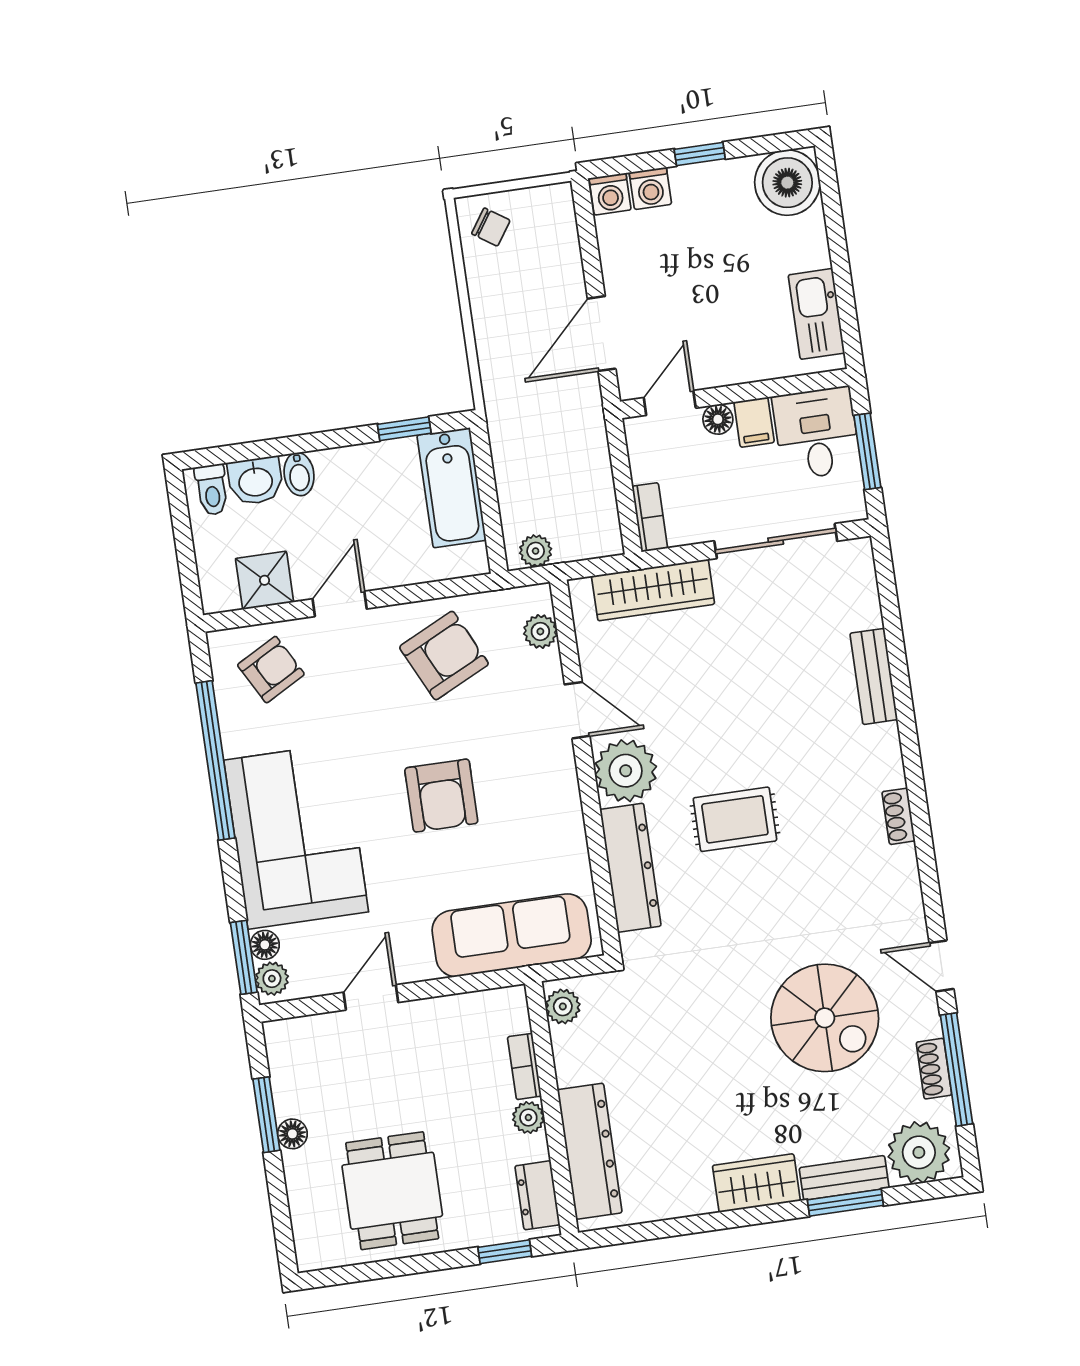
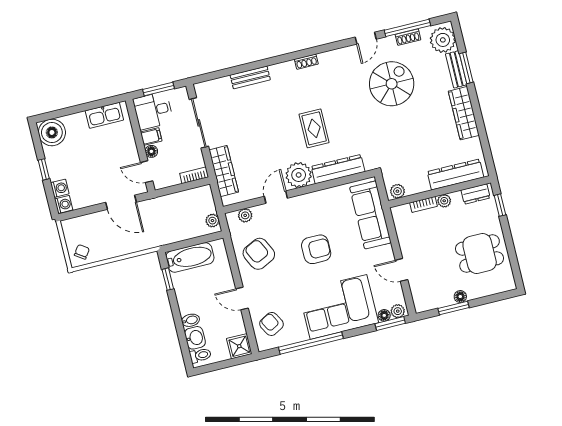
shower: (265, 580) -> (239, 346), moved
wardrobe: (756, 1183) -> (464, 113), width x1.50

